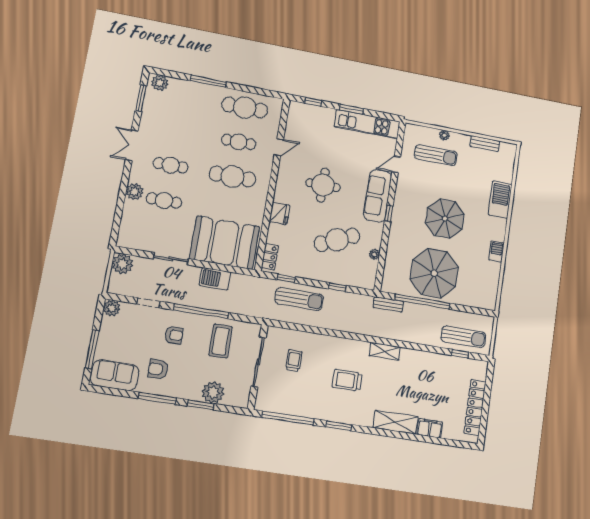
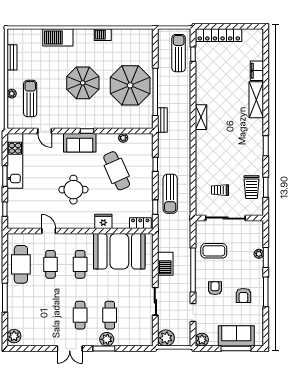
window: (141, 98) -> (104, 349), moved
cafe table: (232, 177) -> (80, 264), width x0.73, depth x0.74
sofa: (378, 196) -> (80, 143), width x0.73
booth: (225, 243) -> (119, 251), moved, turned 90
sun lounger: (299, 299) -> (170, 194), turned 180
sofa: (115, 375) -> (236, 336), moved, turned 90
trolley: (347, 380) -> (251, 187), moved
plant: (213, 392) -> (259, 254), width x0.53, depth x0.53
locker: (475, 407) -> (219, 35), moved
window: (288, 418) -> (266, 187), width x0.47

